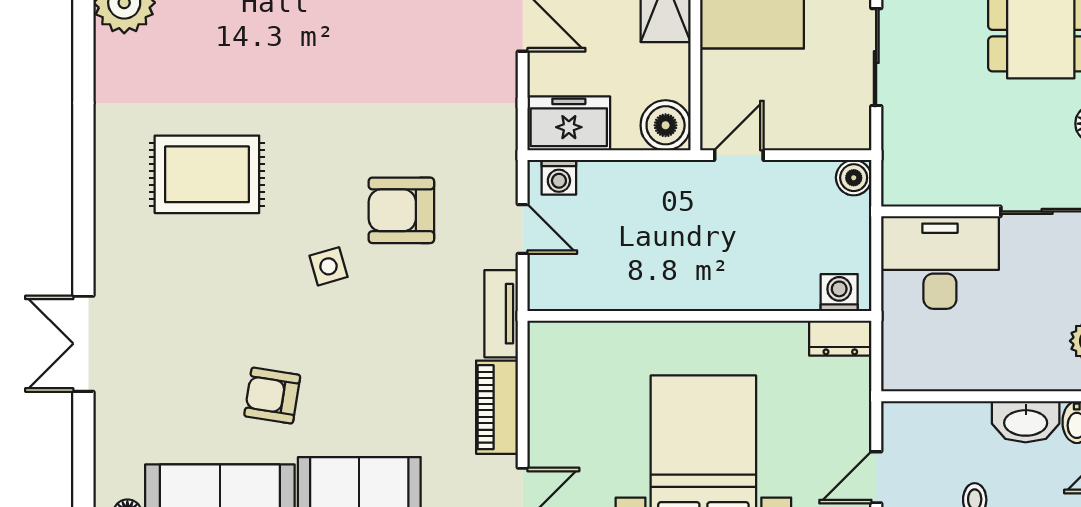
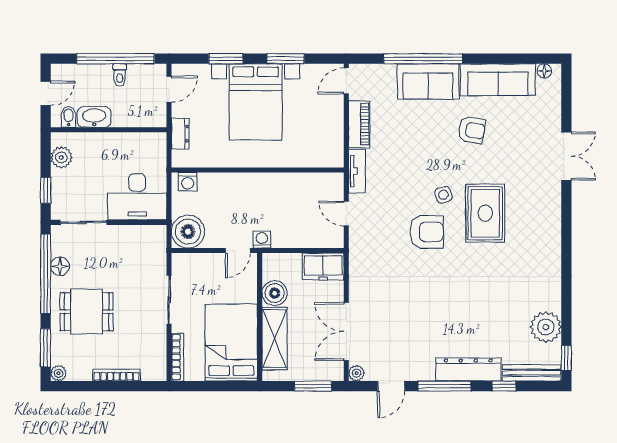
boiler: (666, 125) -> (275, 293), moved
rug: (207, 174) -> (485, 213), moved, turned 90
washing machine: (559, 177) -> (262, 239), moved
boiler: (854, 178) -> (188, 232), width x1.86, depth x1.86
armchair: (401, 210) -> (427, 232), moved
dresser: (840, 338) -> (180, 134), moved, turned 90

